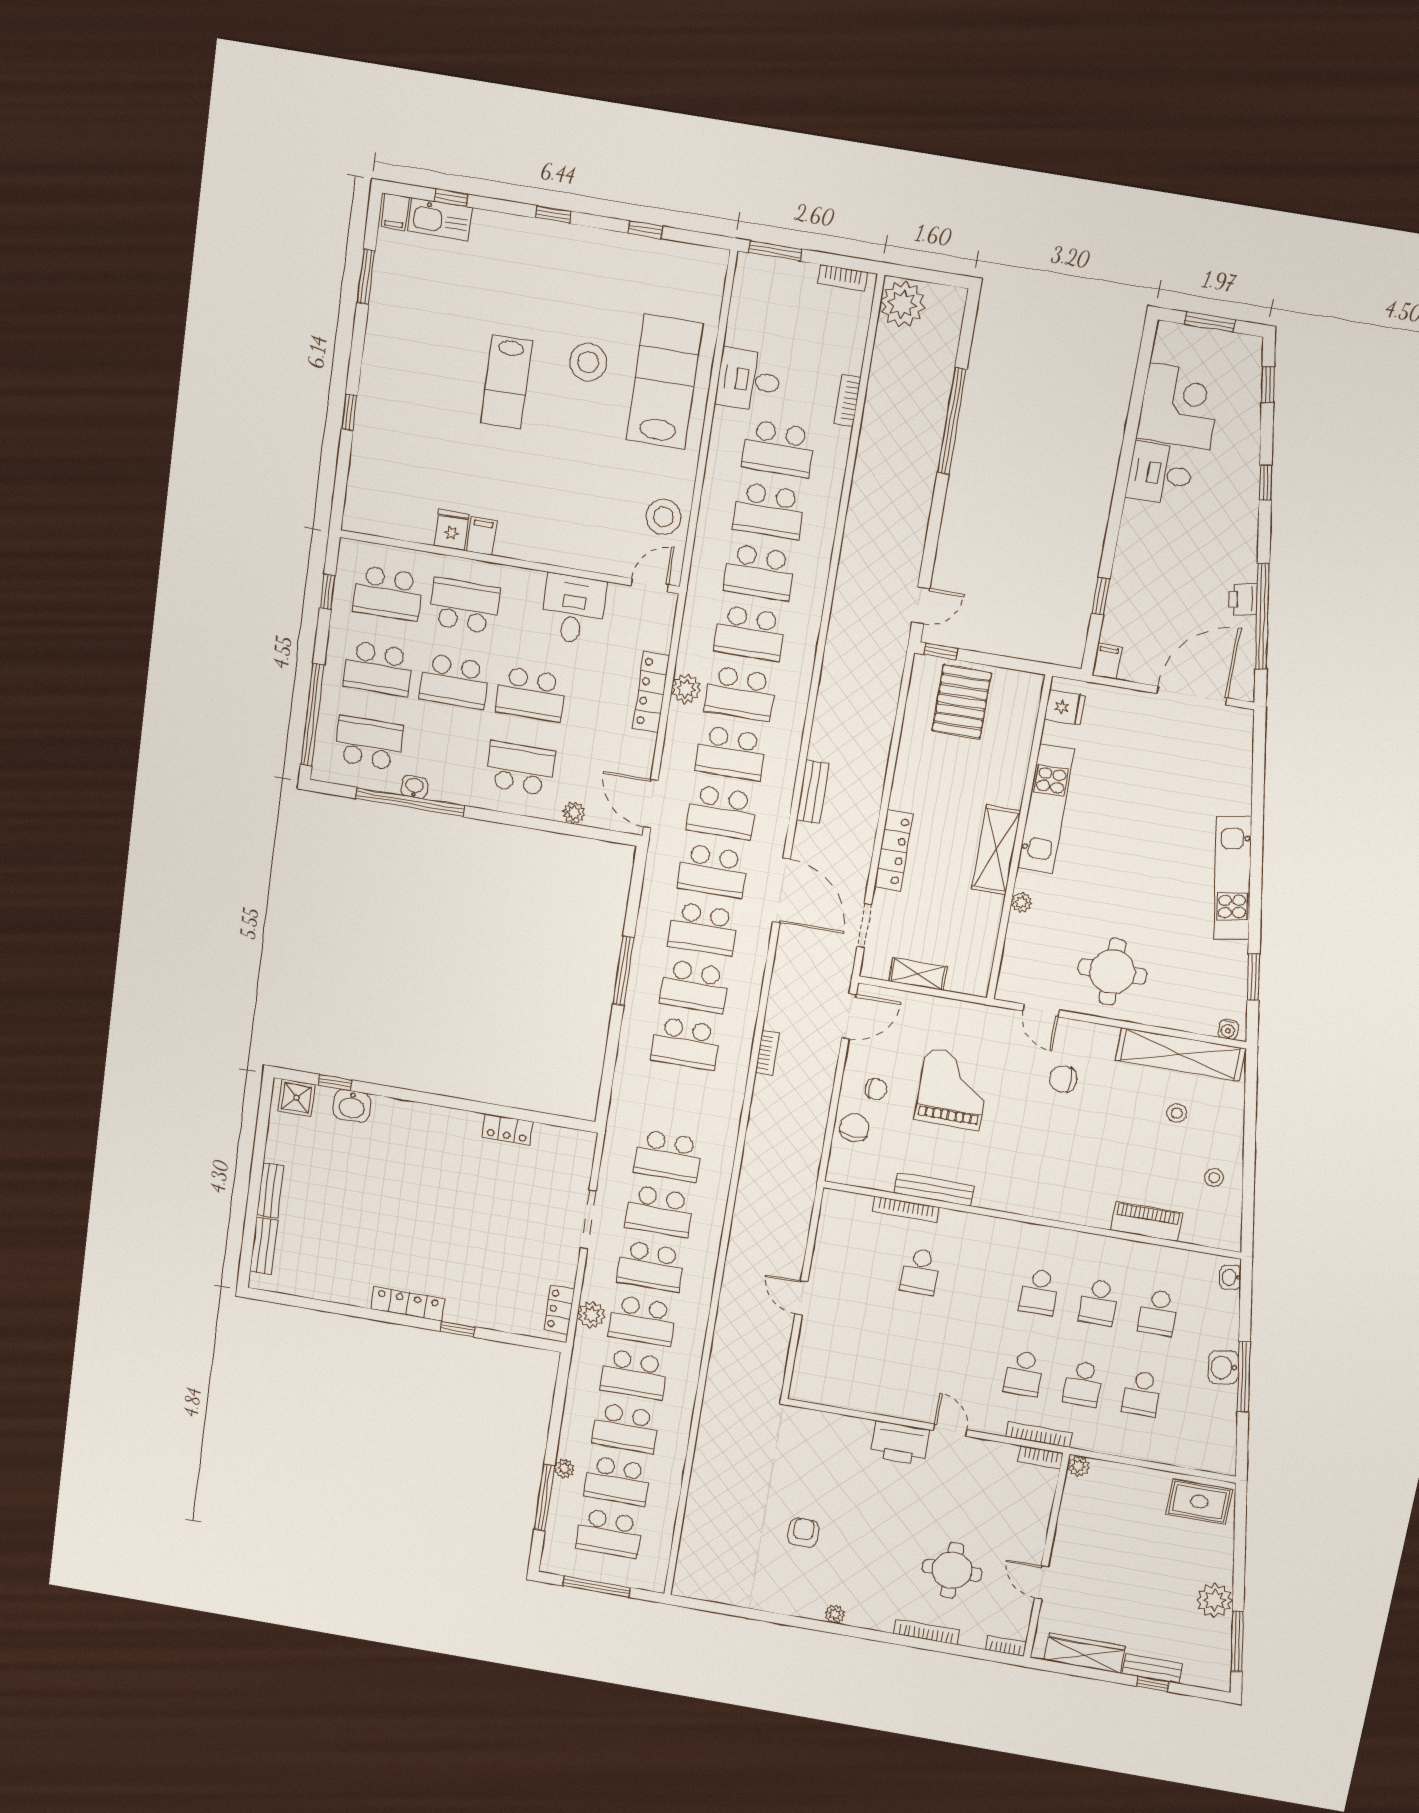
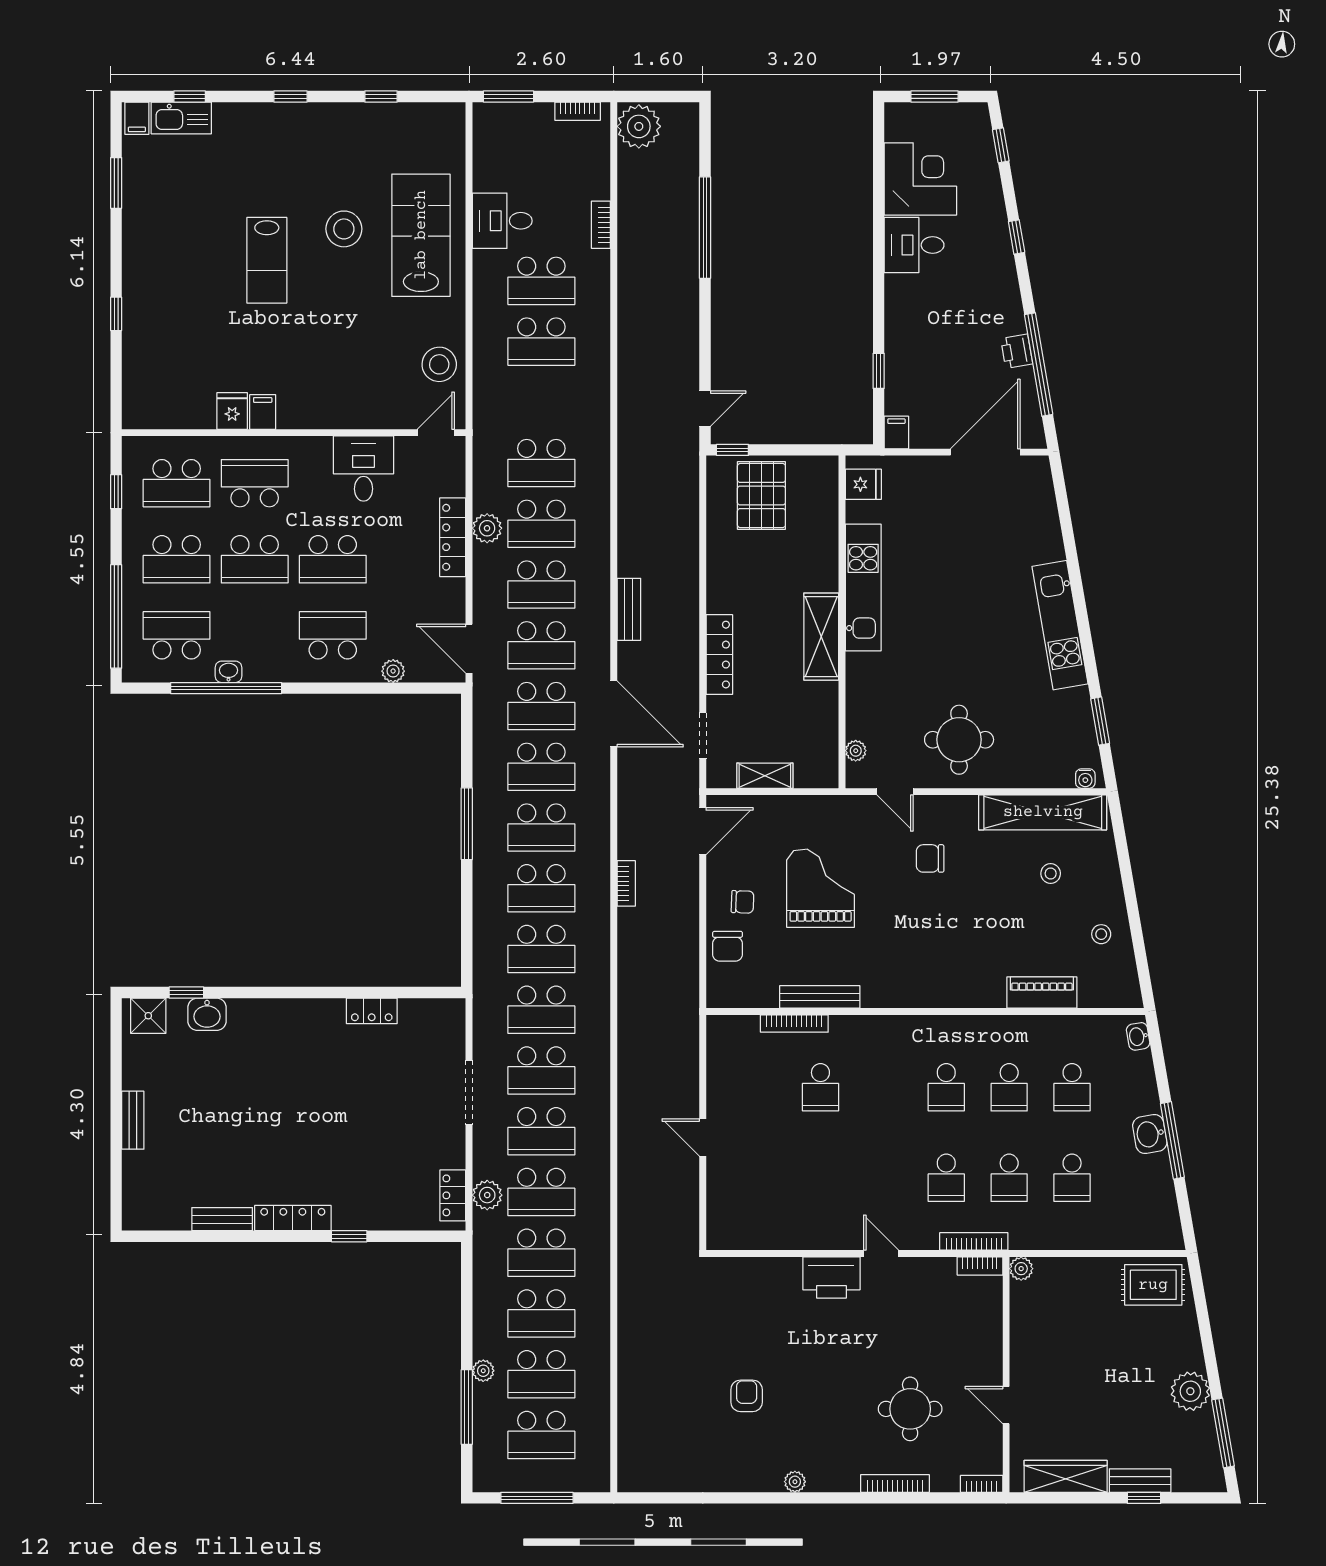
school desk: (759, 572) -> (541, 949), moved
plant: (1022, 902) -> (856, 751), moved
chair: (854, 1128) -> (728, 946), turned 180
bench: (264, 1246) -> (222, 1219), moved, turned 90

